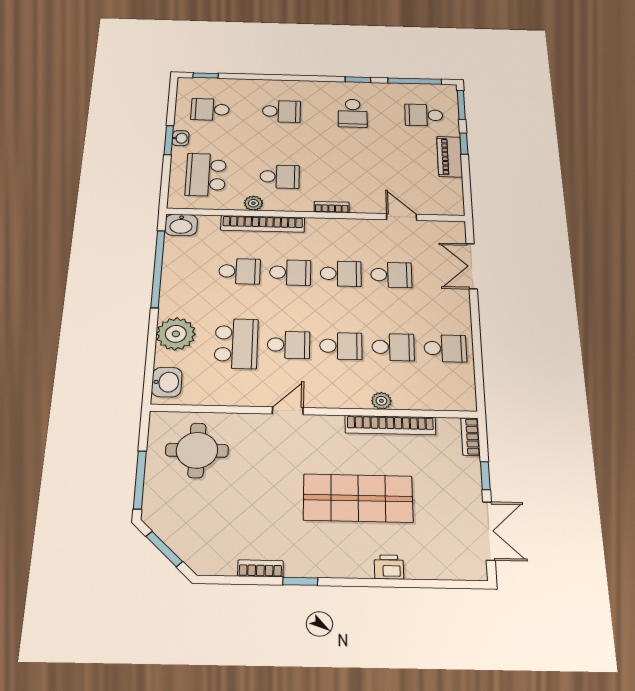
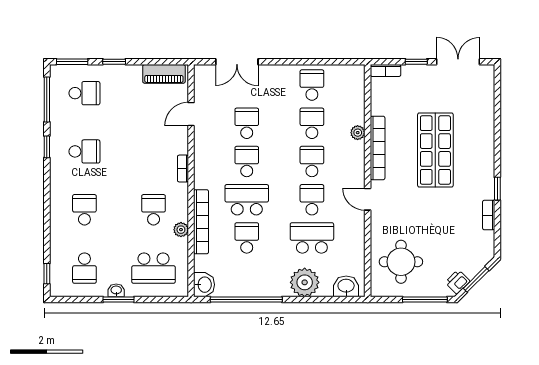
school desk: (424, 115) -> (84, 93), turned -90
piano: (450, 157) -> (164, 74), moved
school desk: (290, 272) -> (247, 200), width x1.85
bookcase: (390, 425) -> (378, 148), moved
printer: (389, 567) -> (458, 282), moved, turned 45

